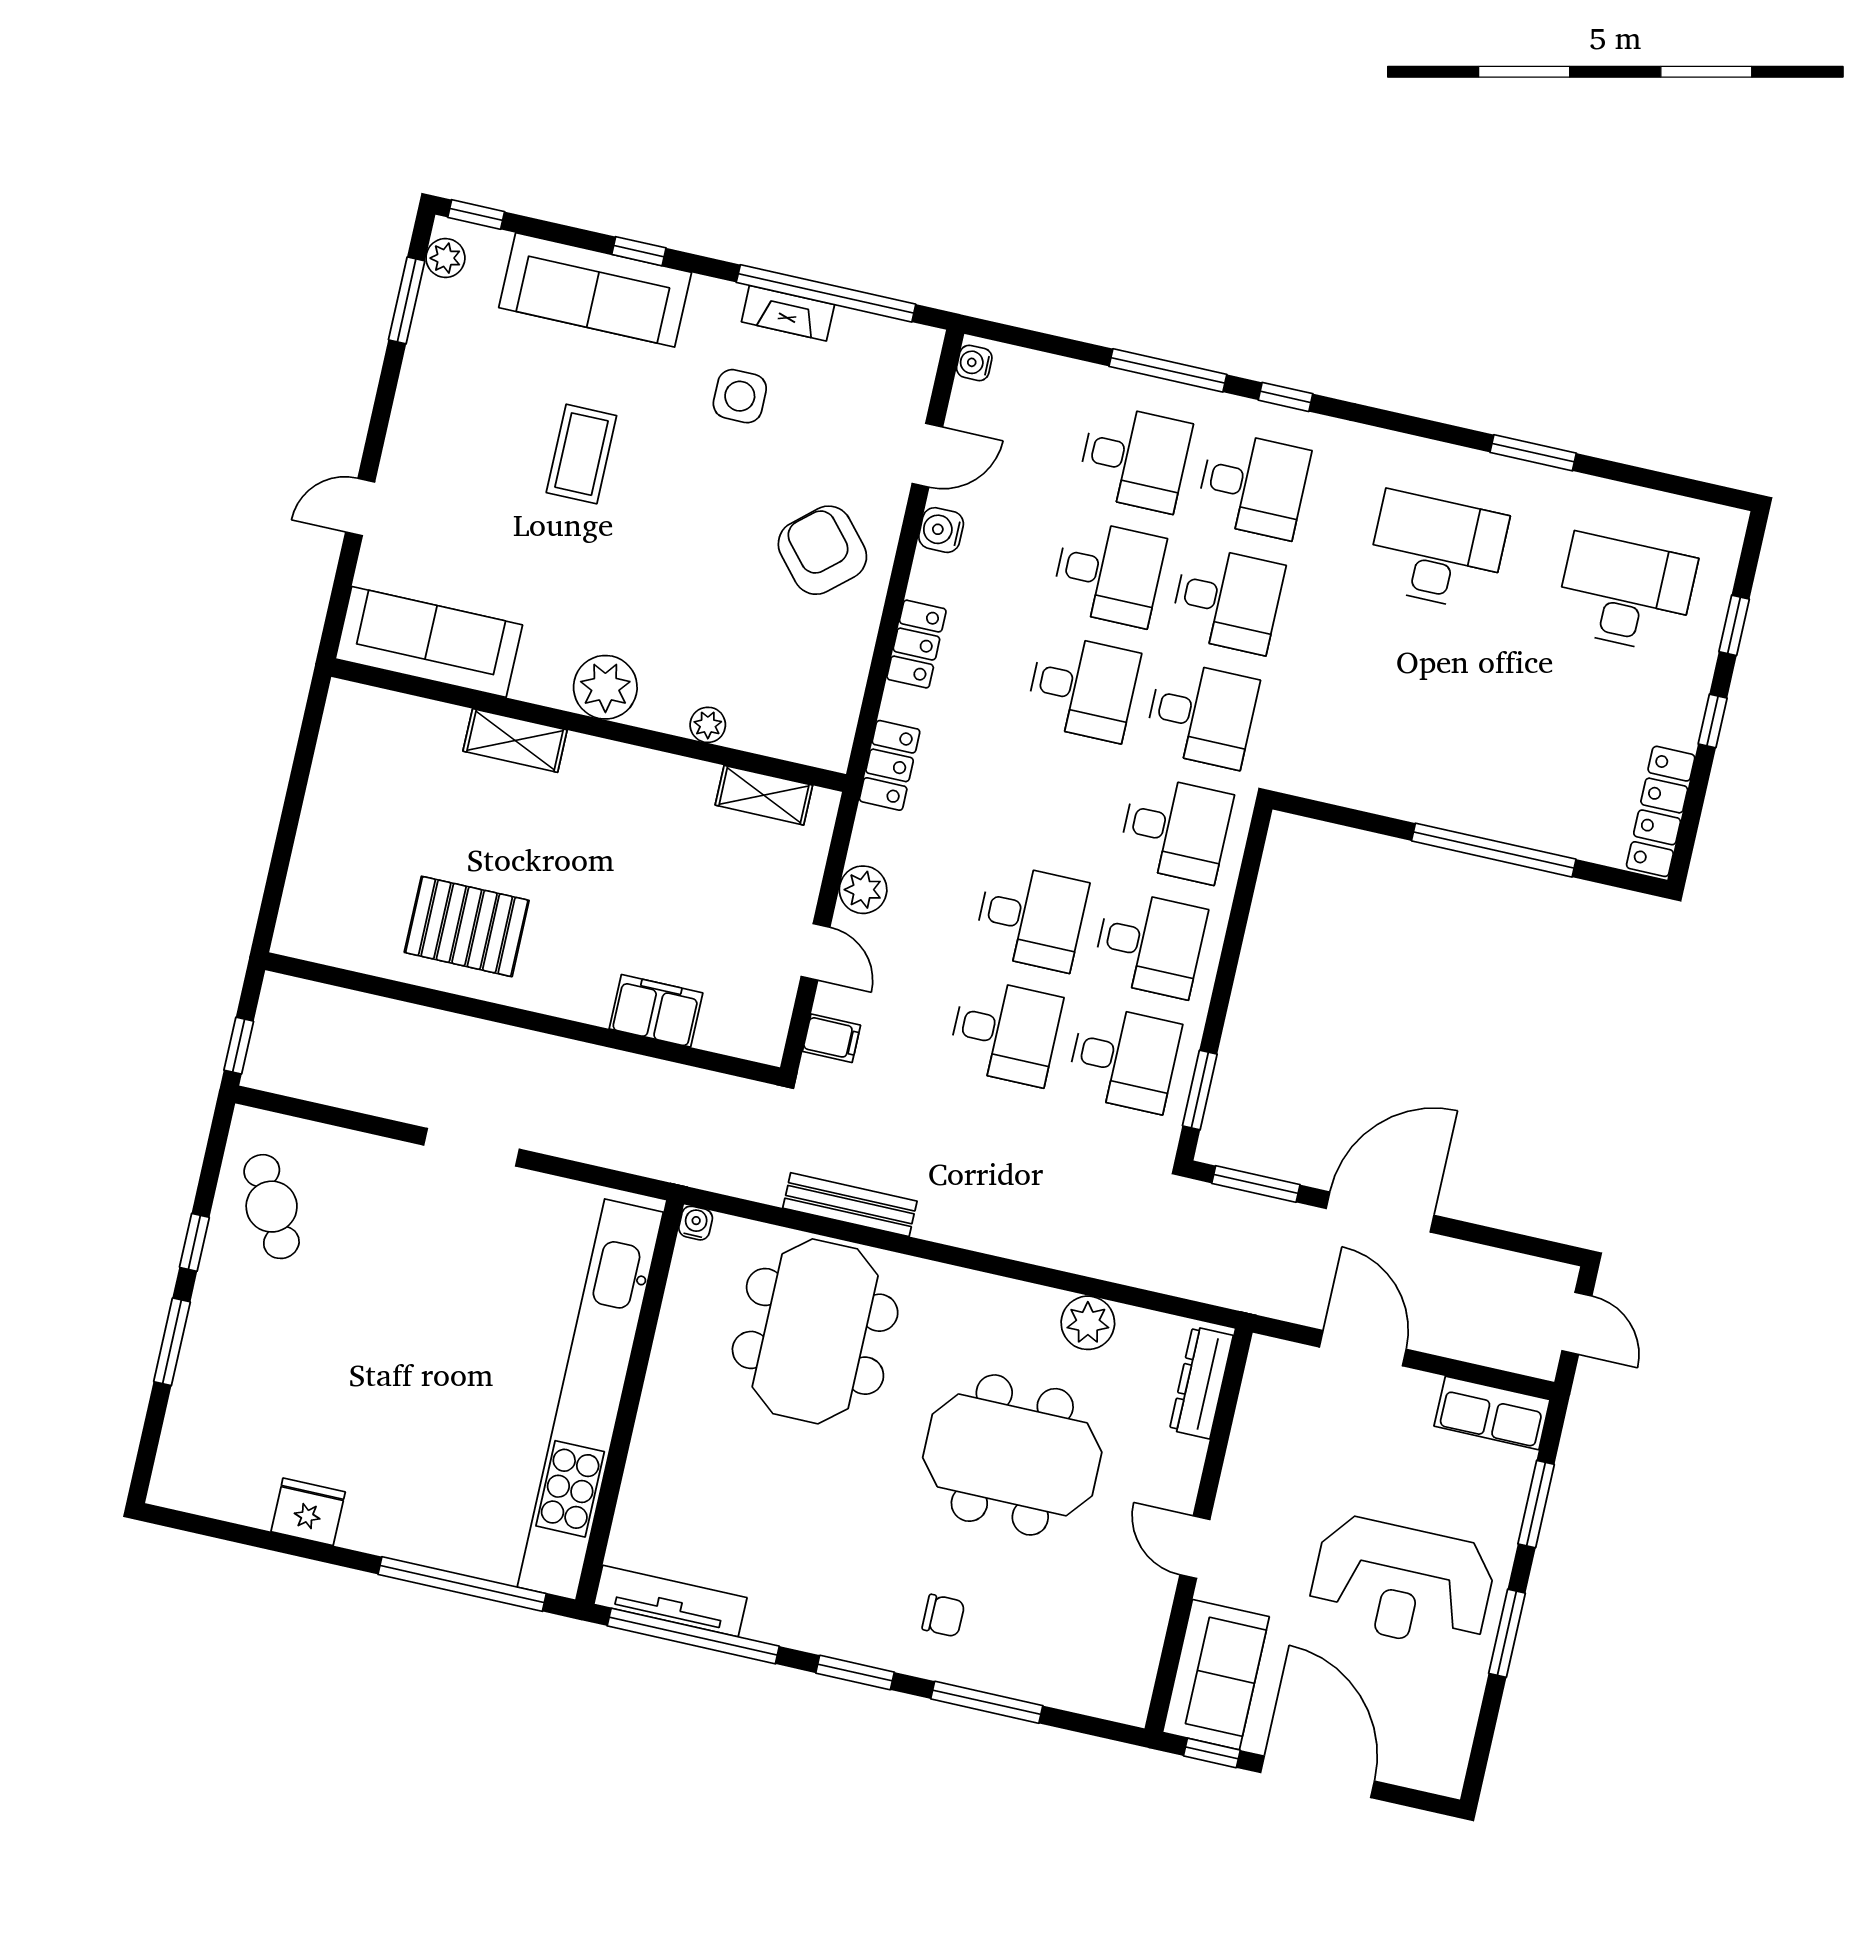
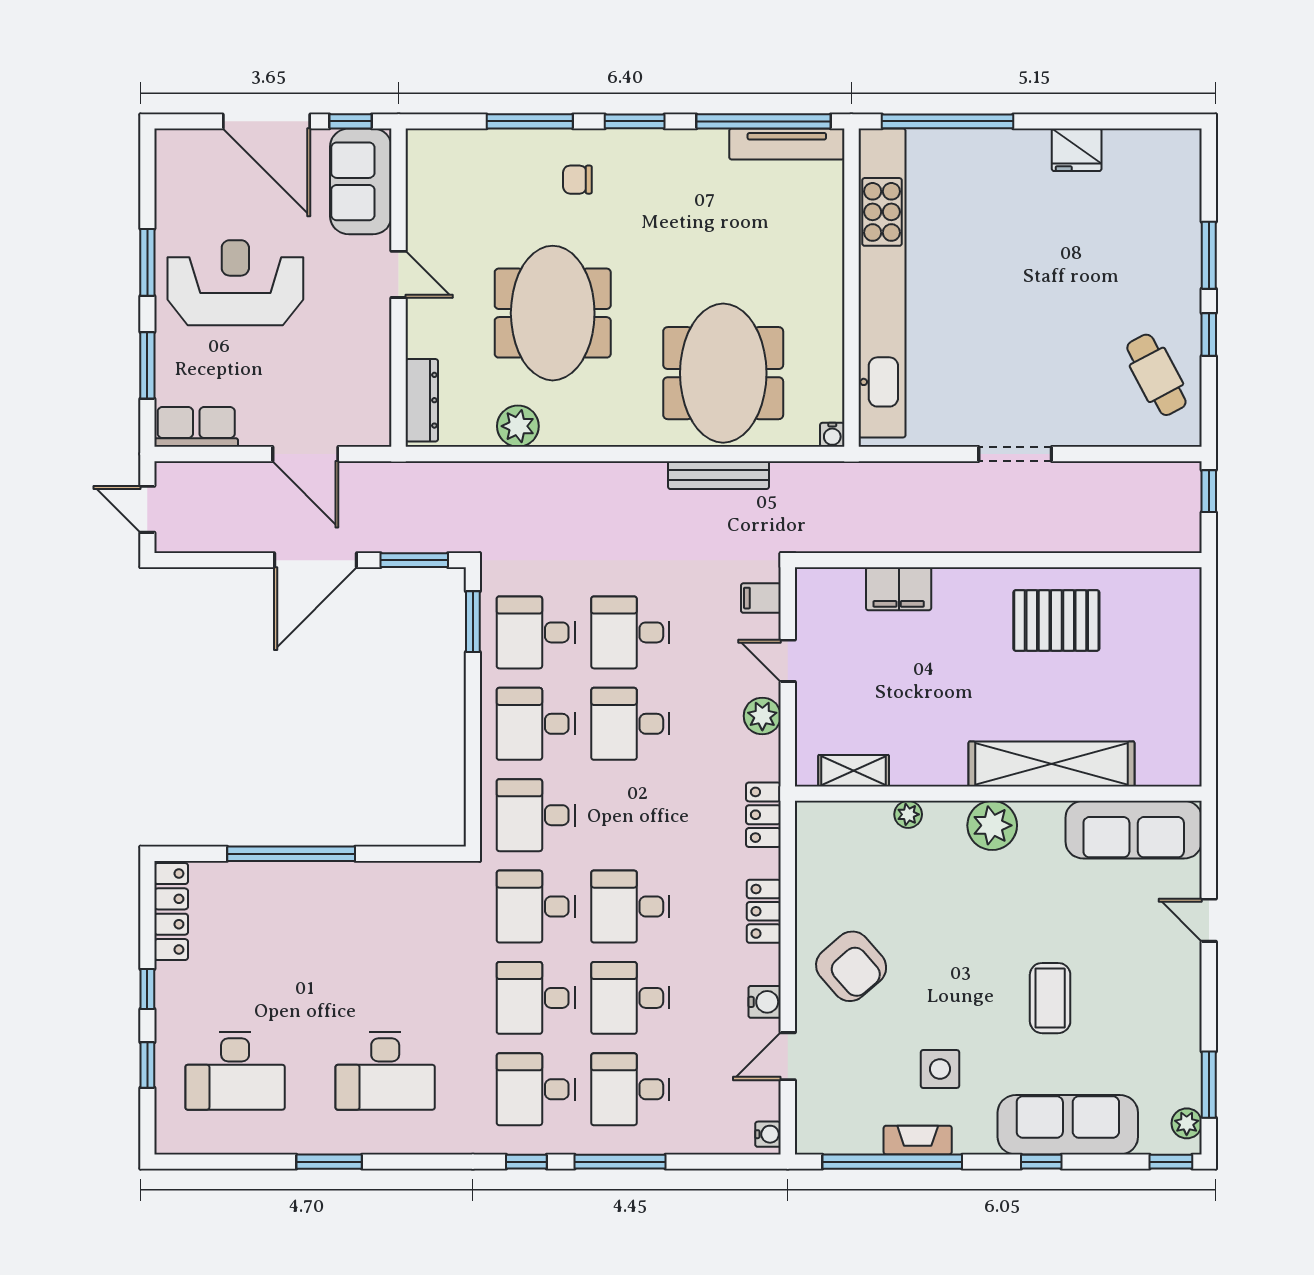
door: (360, 507) -> (1209, 920), swing flipped
shelving: (515, 741) -> (1052, 764), width x2.20, depth x1.33
meeting table: (1012, 1455) -> (553, 313), turned 90

